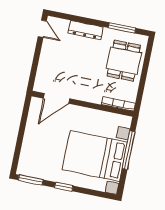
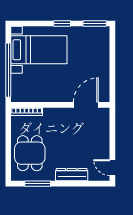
window: (129, 150) -> (8, 70), width x1.46
bed with nightstands: (95, 156) -> (39, 50), width x0.73

